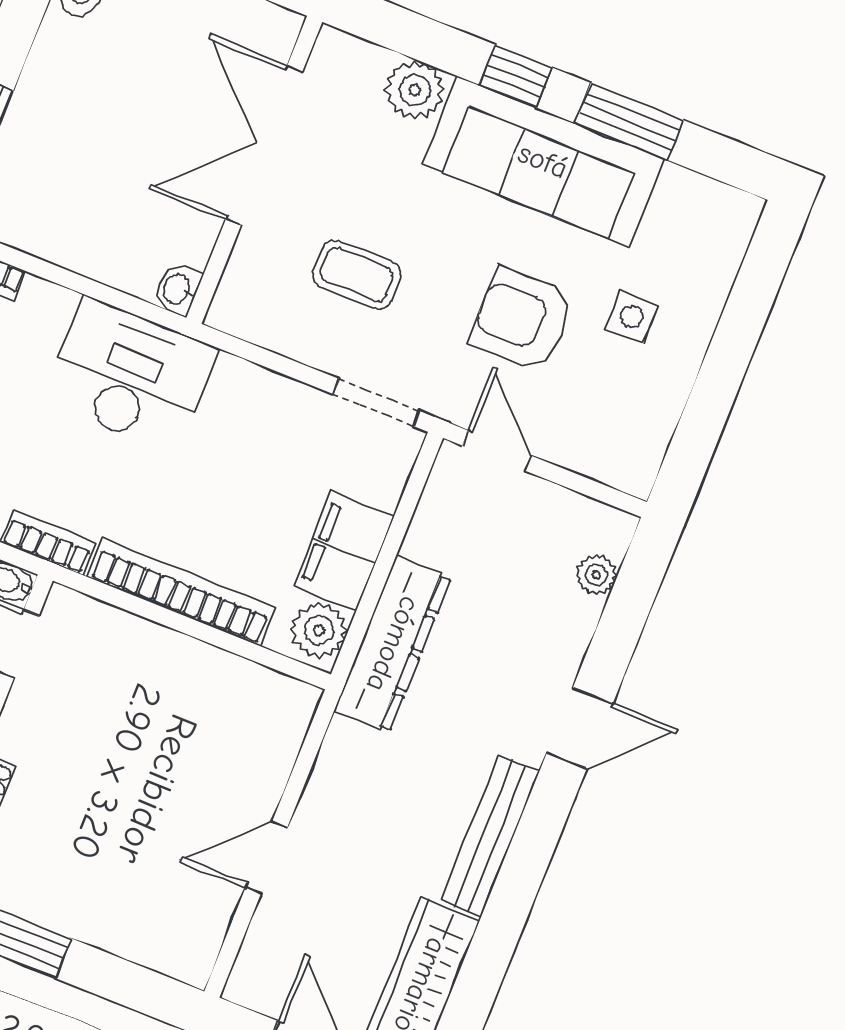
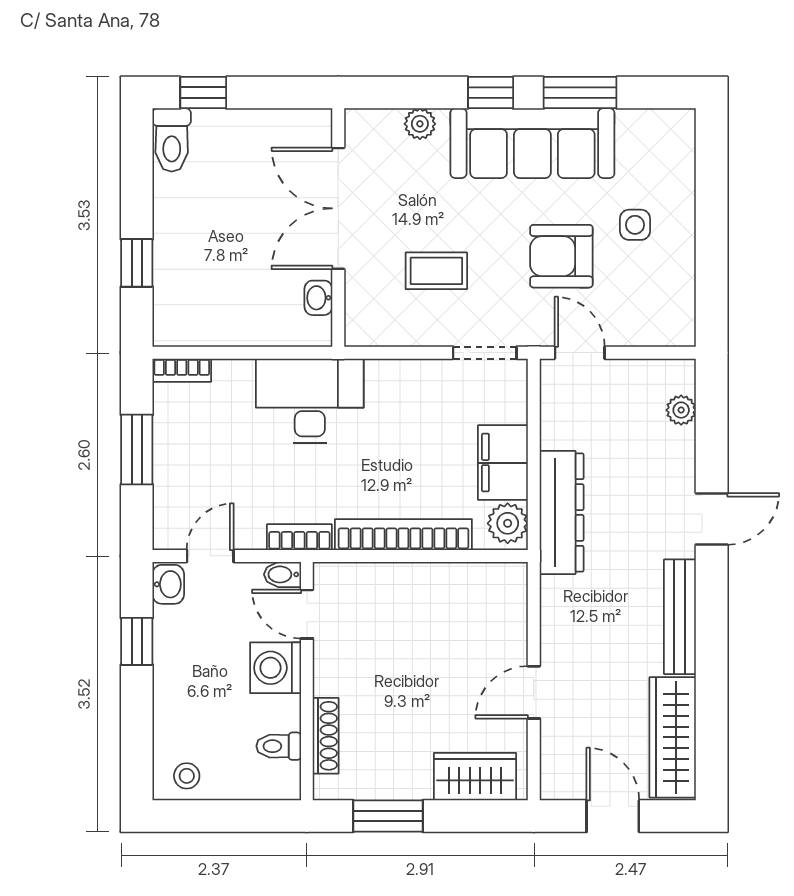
plant: (415, 90) -> (420, 124), width x0.73, depth x0.73
washbasin: (178, 289) -> (318, 298), moved
wardrobe: (149, 935) -> (475, 777), added

